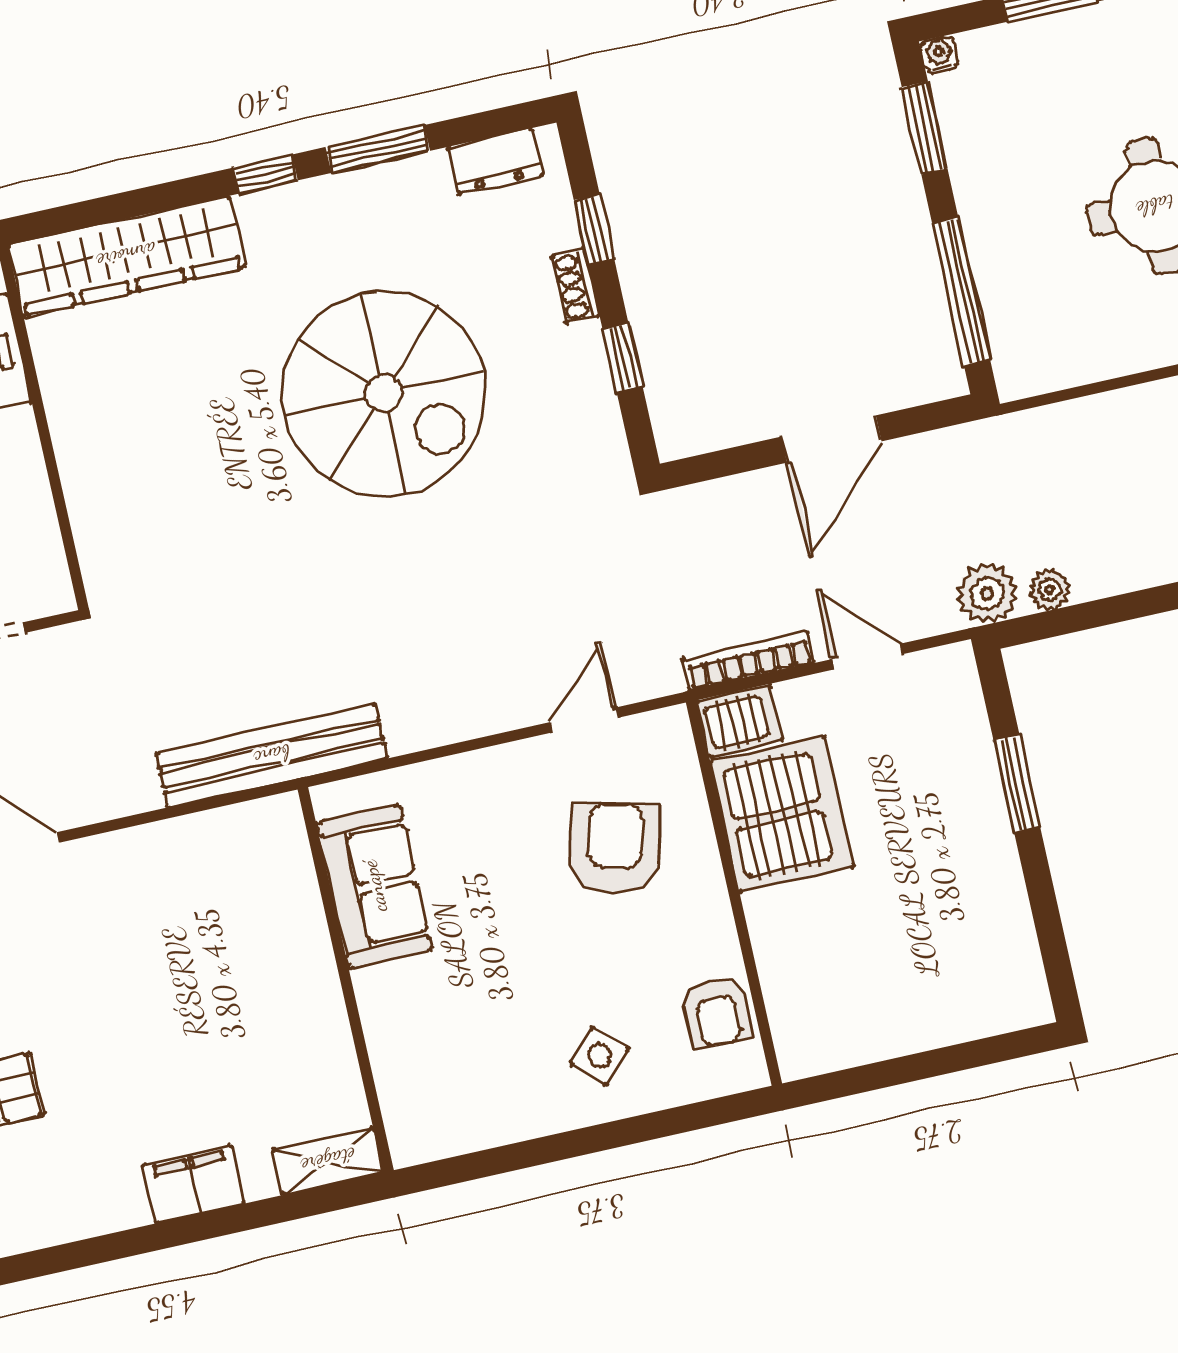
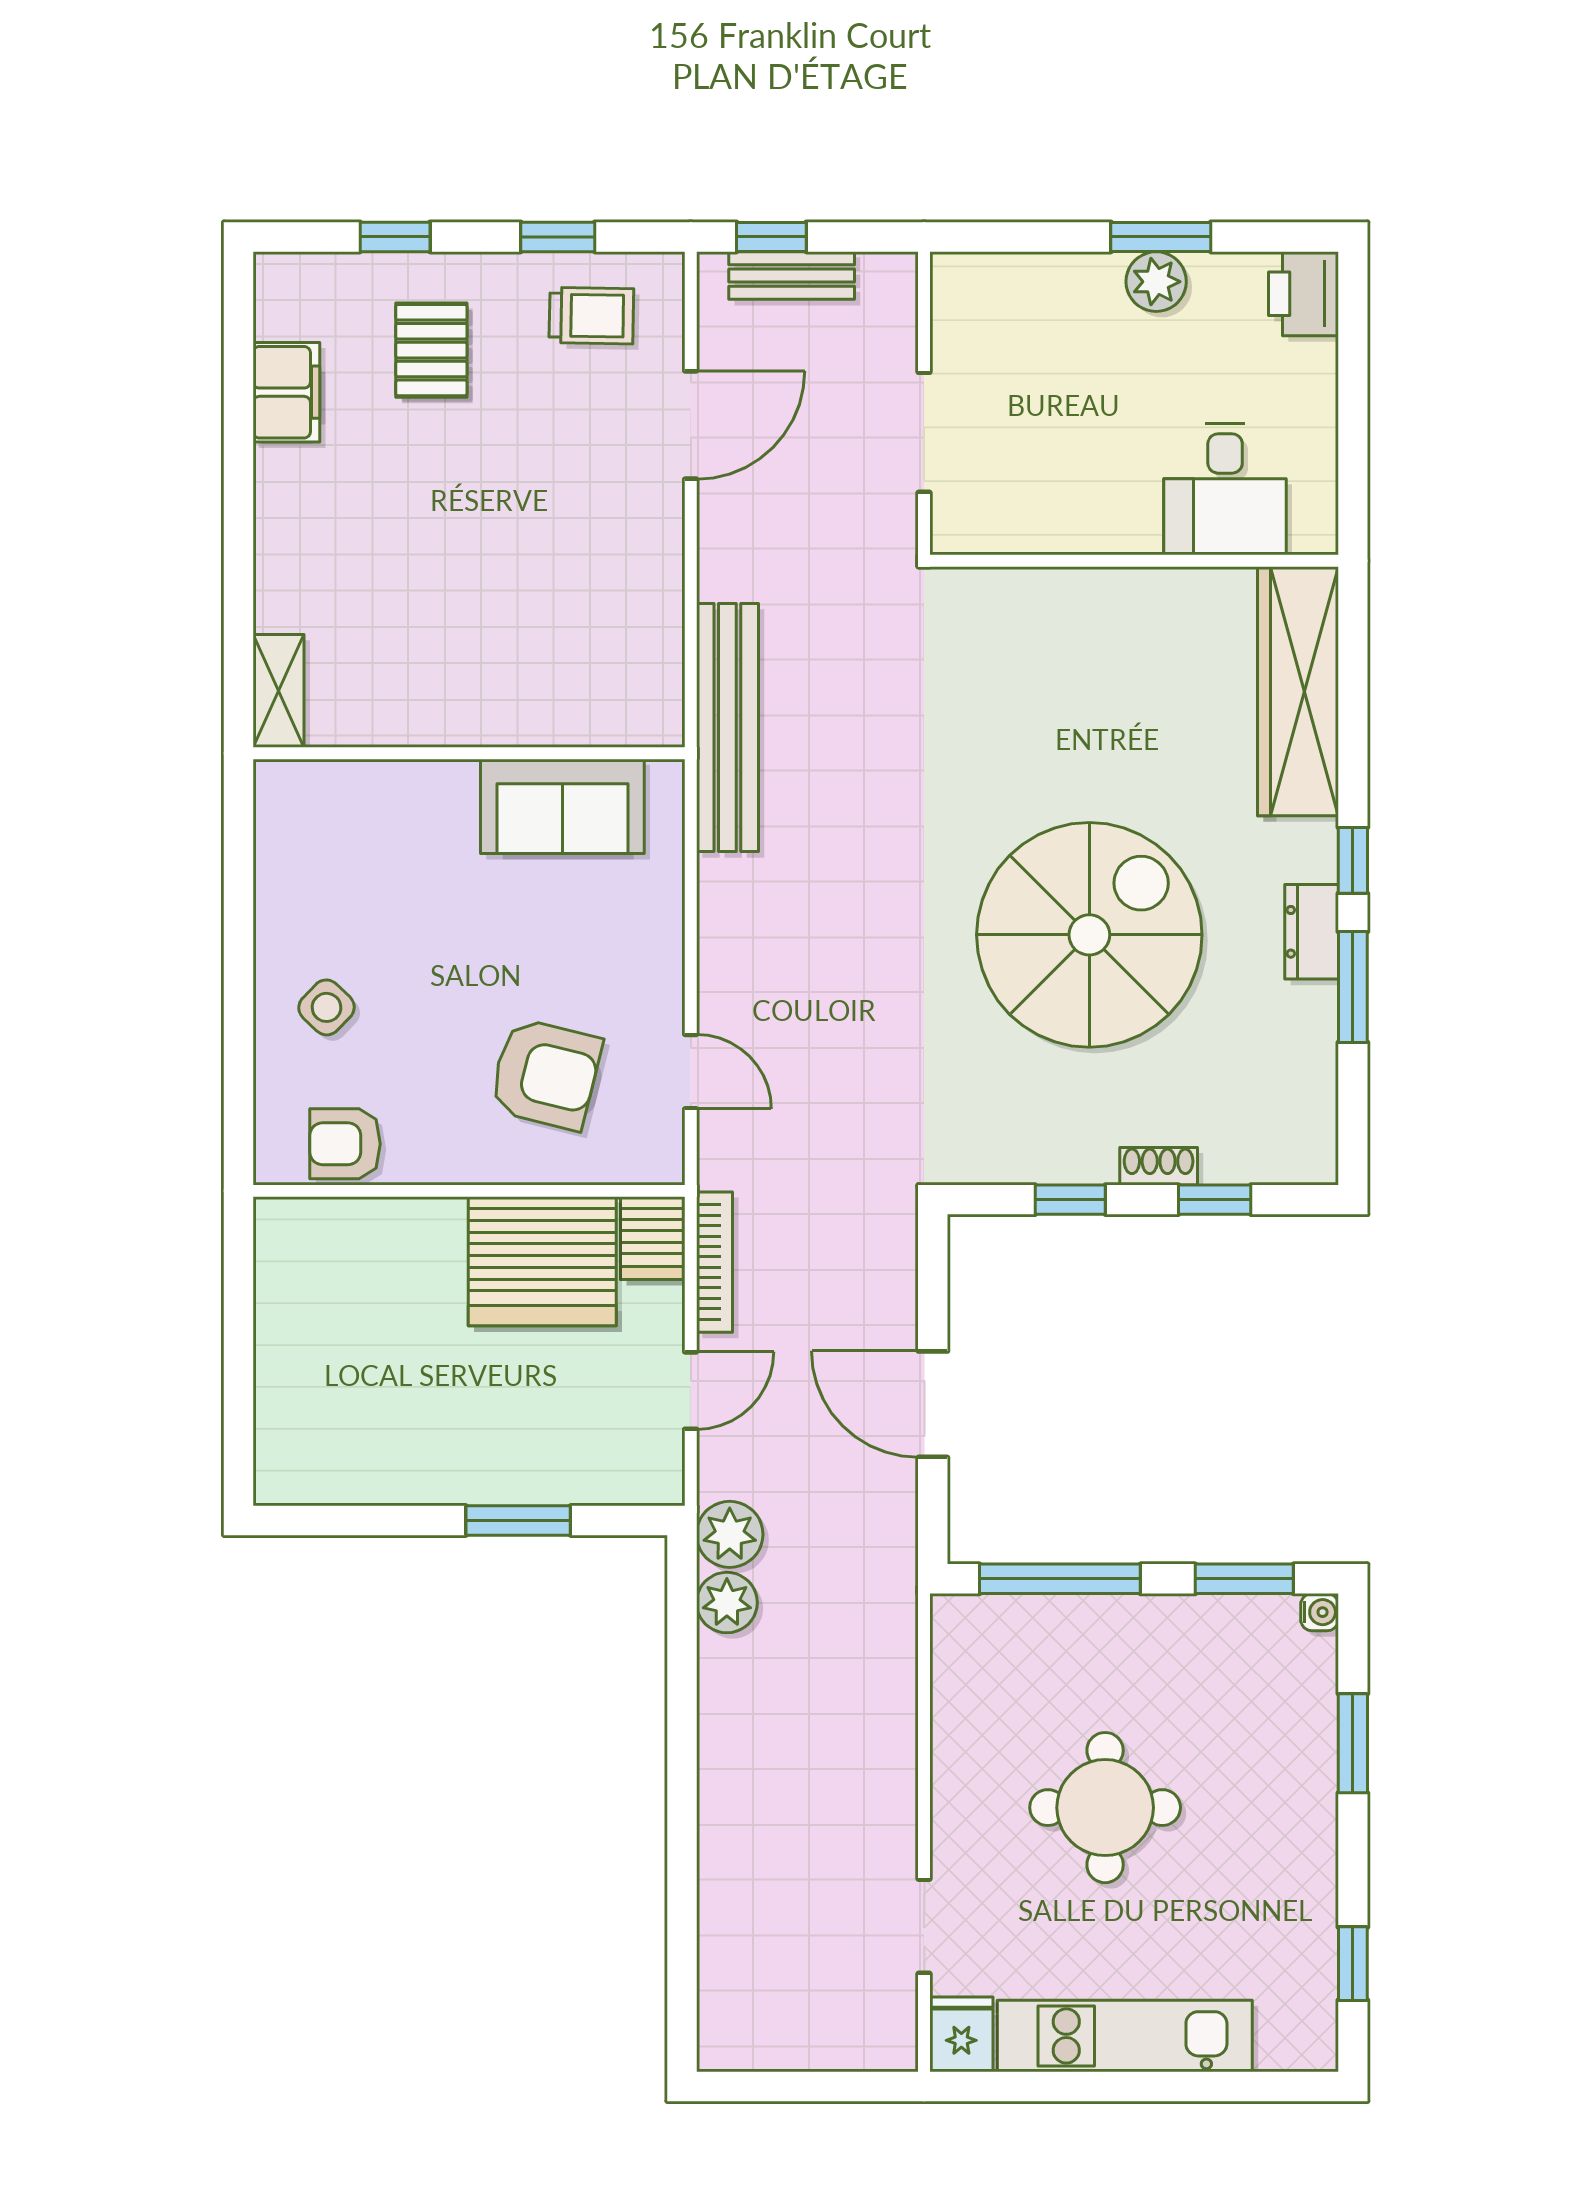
dresser: (495, 161) -> (1312, 932), moved
spiral stairs: (384, 393) -> (1089, 935), turned 180
plant: (1050, 590) -> (727, 1603), width x1.38, depth x1.38
filing cabinet: (193, 1184) -> (286, 392), moved

